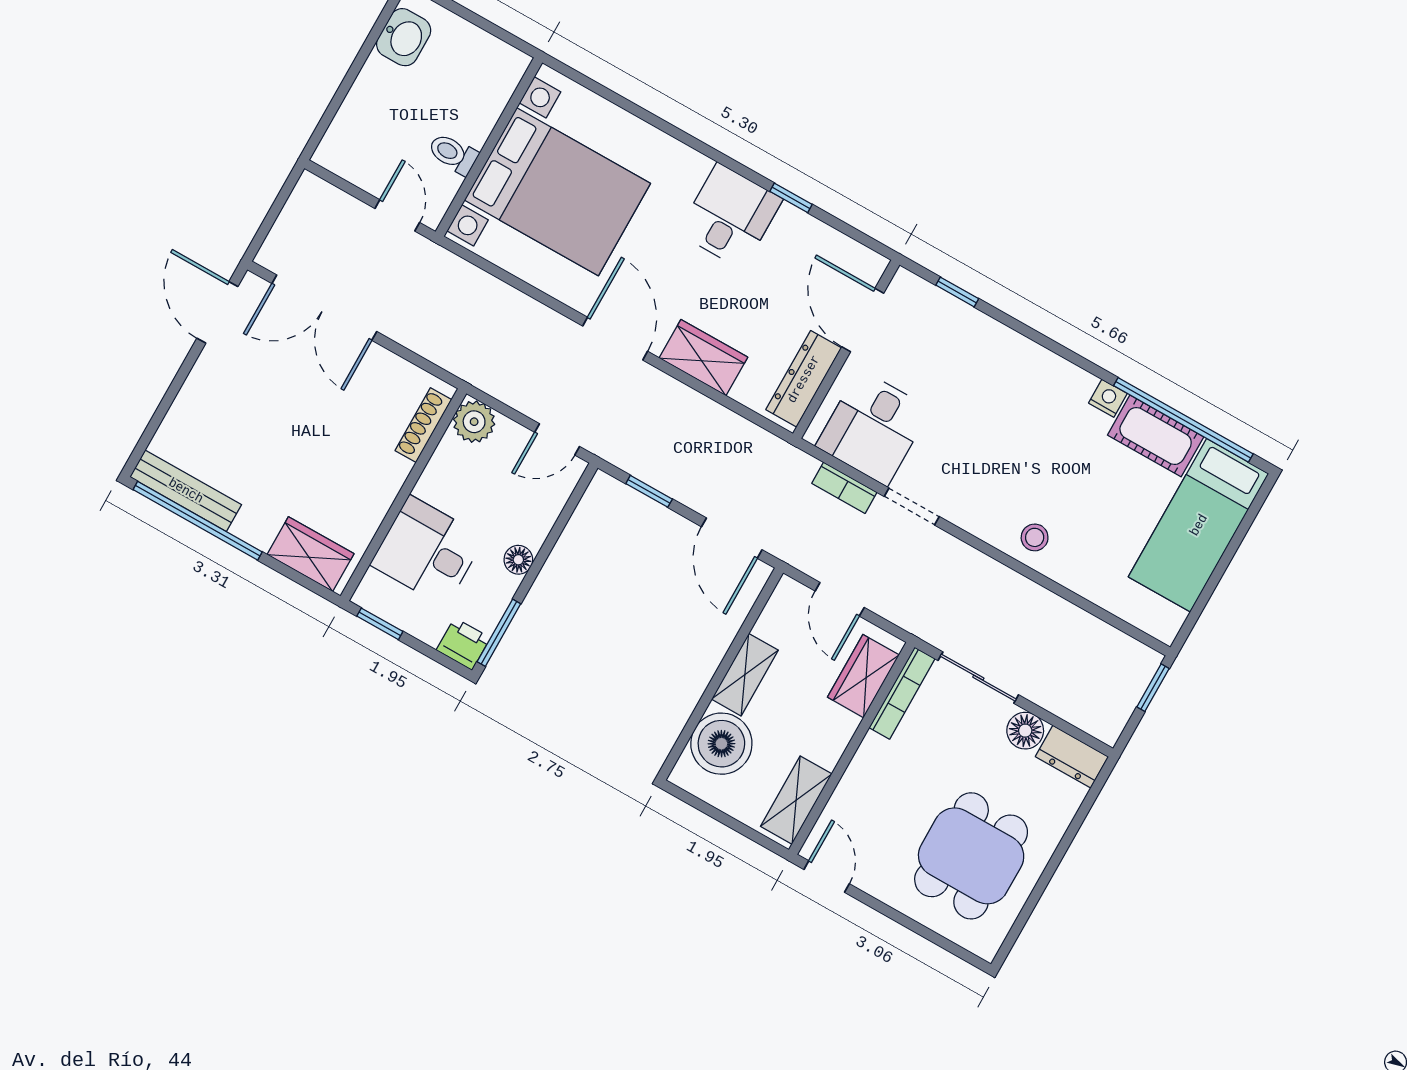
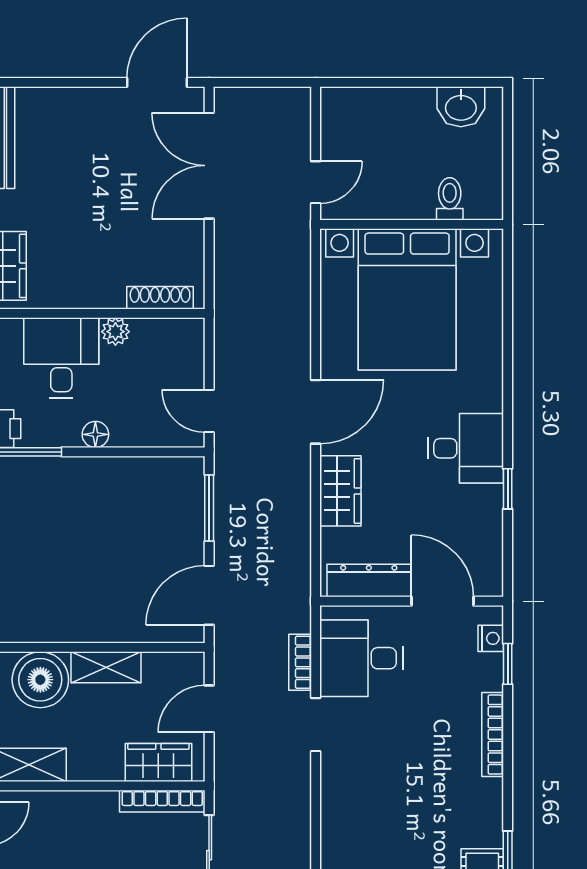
toilet: (453, 154) -> (450, 199), moved
door: (863, 320) -> (443, 601), hinge flipped
bookcase: (1016, 344) -> (493, 735), added
nightstand: (1108, 398) -> (491, 638), moved
plant: (474, 422) -> (115, 332), moved, width x0.73, depth x0.73
window: (649, 491) -> (209, 508), width x1.50
stool: (1035, 537) -> (347, 837), removed

